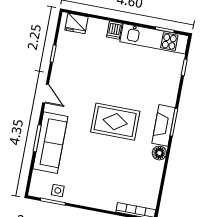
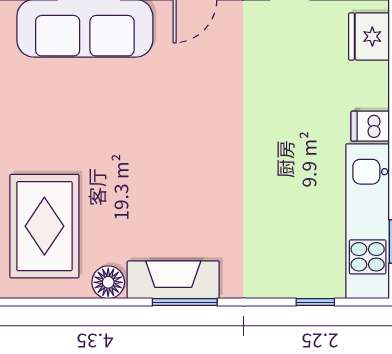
rug: (115, 122) -> (44, 226), moved

